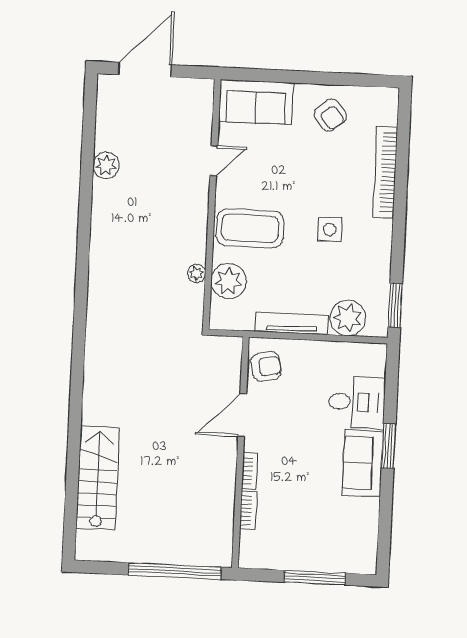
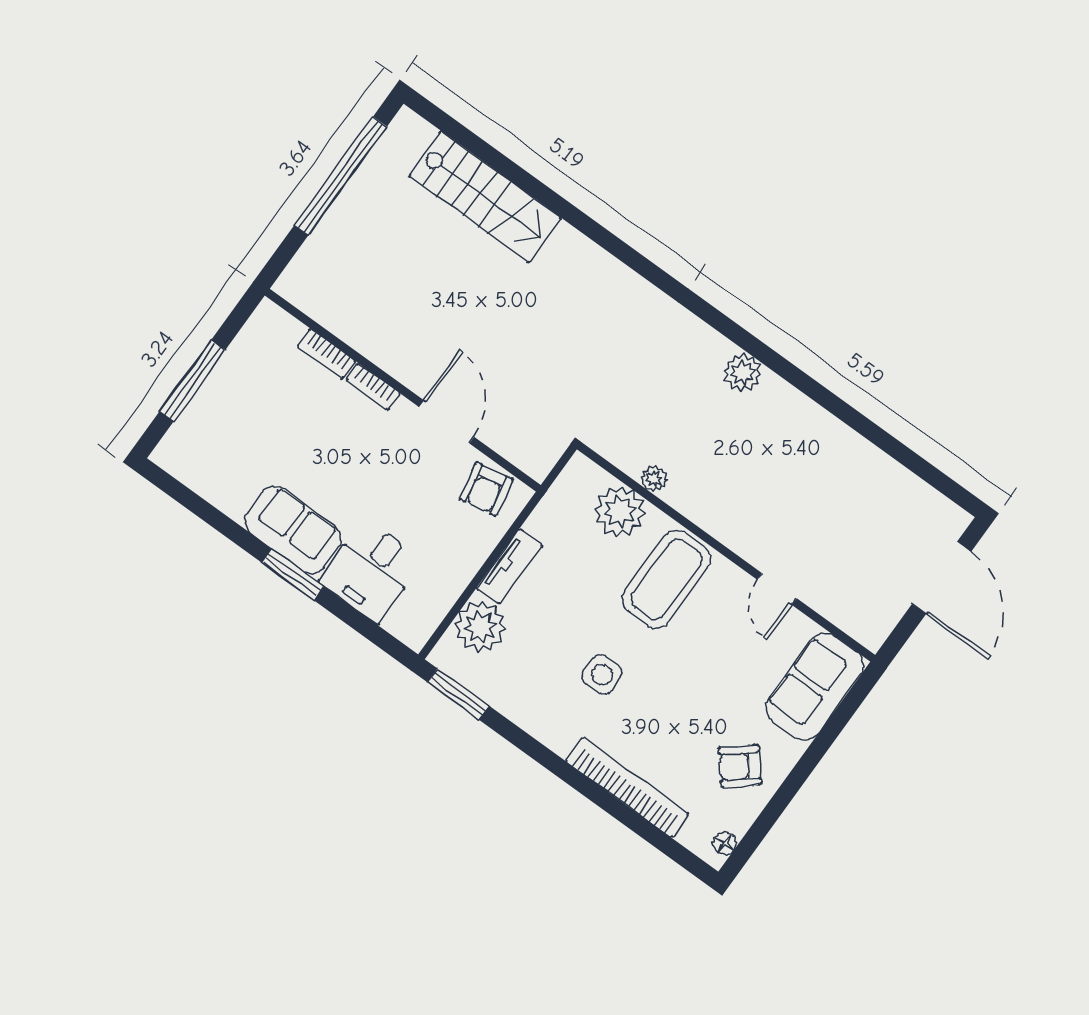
floor lamp: (381, 95) -> (725, 843), added
plant: (106, 165) -> (743, 373), moved
tv unit: (292, 323) -> (509, 567), width x0.71
window: (175, 571) -> (341, 176), moved

